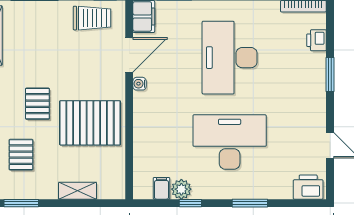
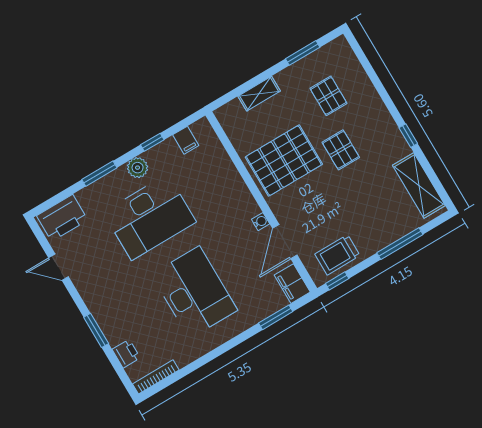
printer: (308, 187) -> (62, 218), width x1.37, depth x1.19
plant: (181, 189) -> (138, 168), moved

